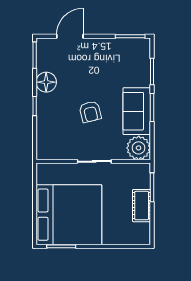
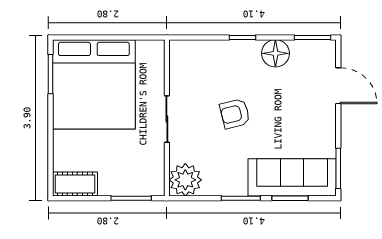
sofa: (137, 111) -> (292, 177), moved, width x1.36
cot: (142, 206) -> (75, 184), moved

